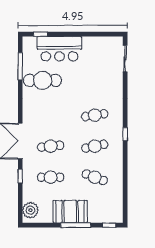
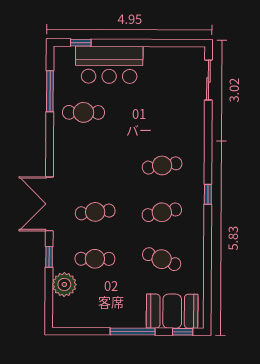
cafe table: (43, 80) -> (84, 112), width x0.73, depth x0.74
plant: (30, 210) -> (64, 284), moved
booth: (70, 212) -> (172, 311), moved

